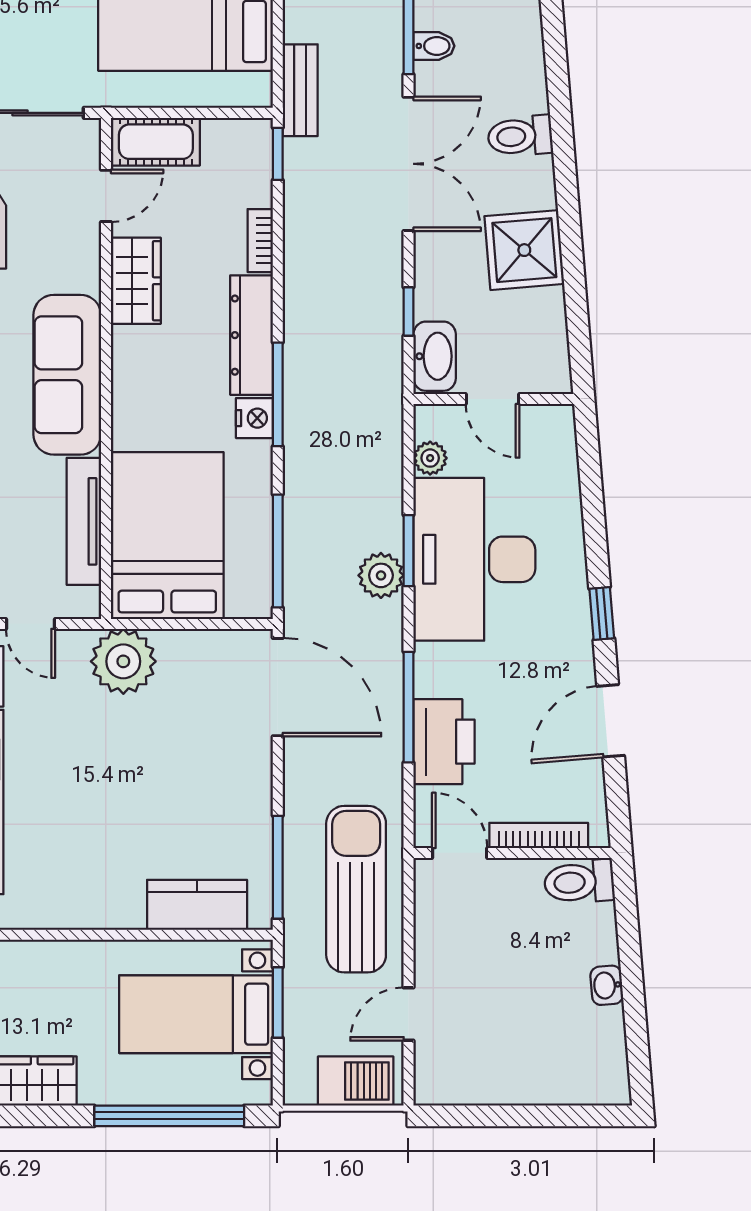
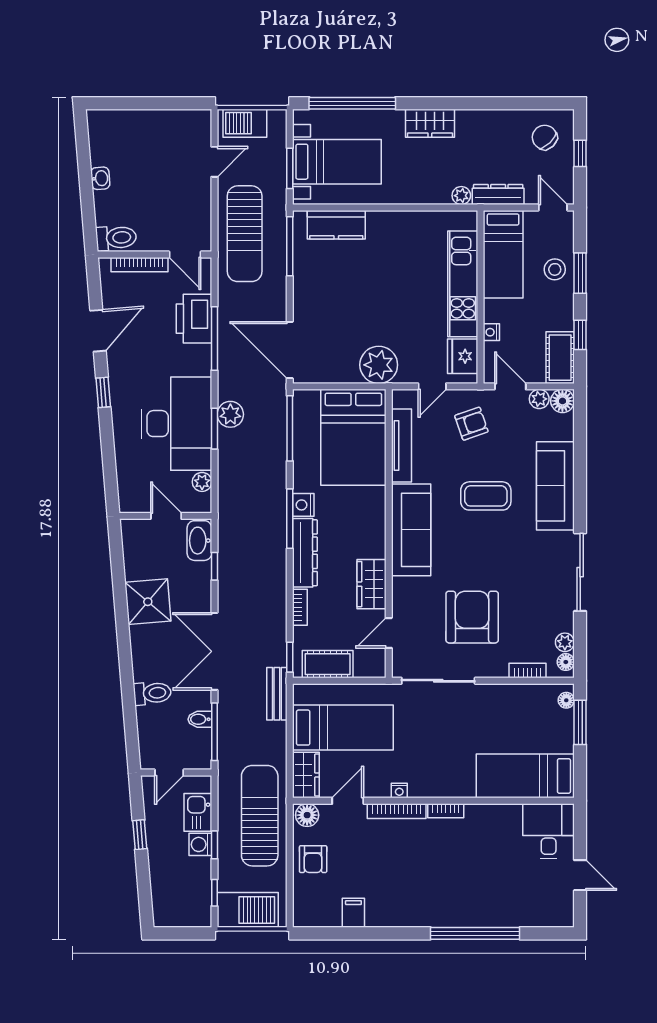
toilet: (520, 136) -> (152, 693), moved
cot: (156, 142) -> (328, 664), moved
door: (30, 624) -> (432, 386), swing flipped

